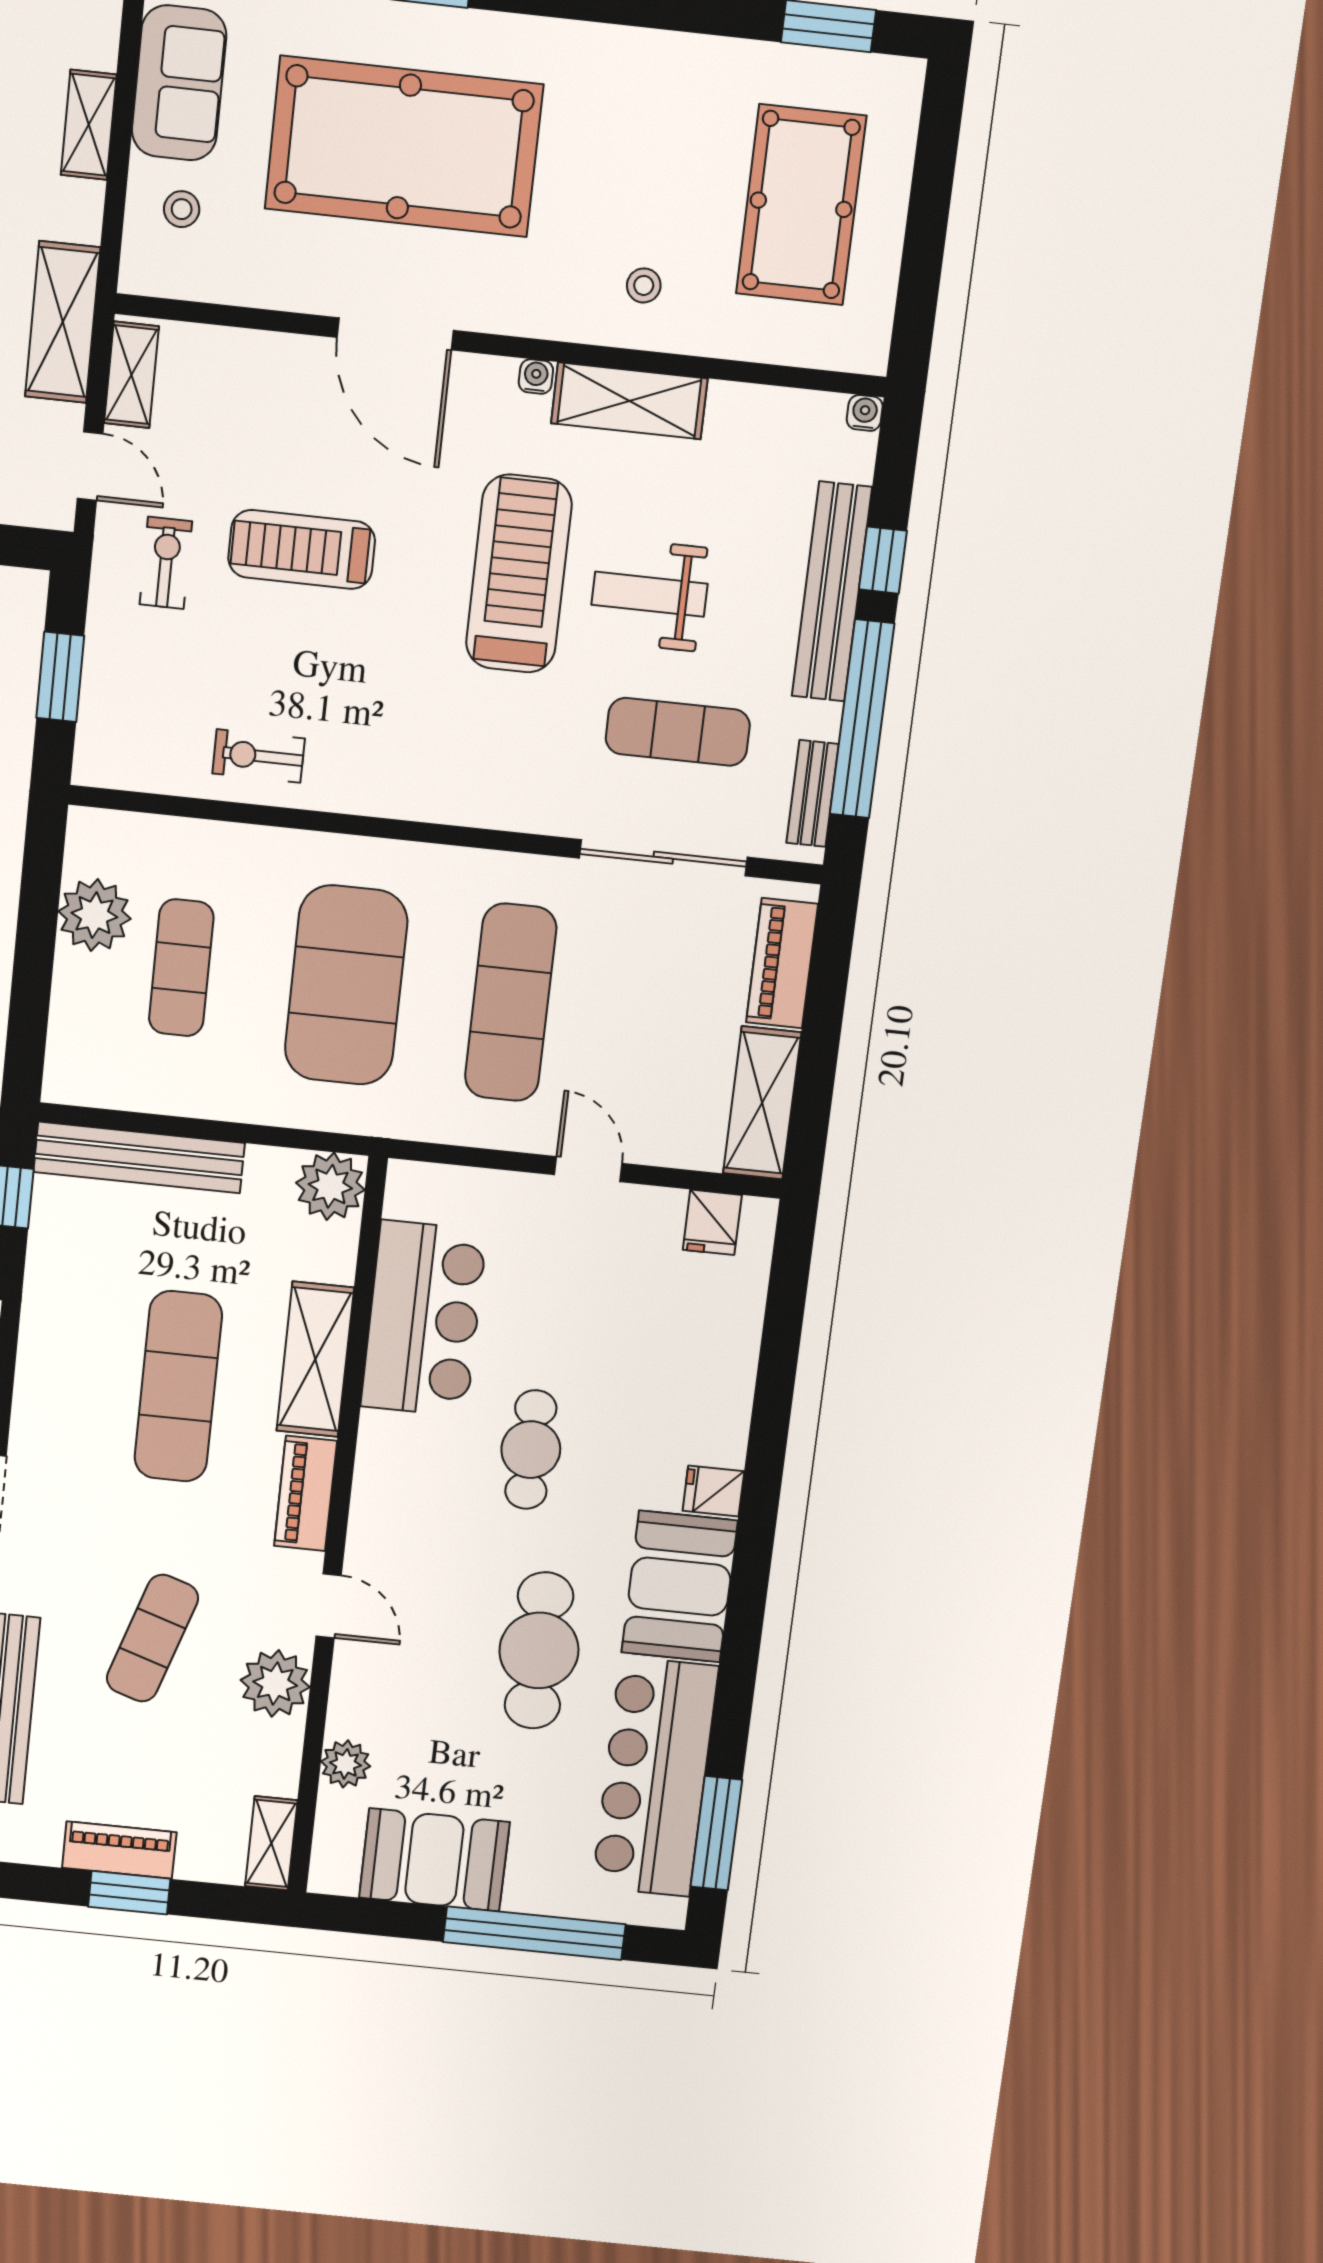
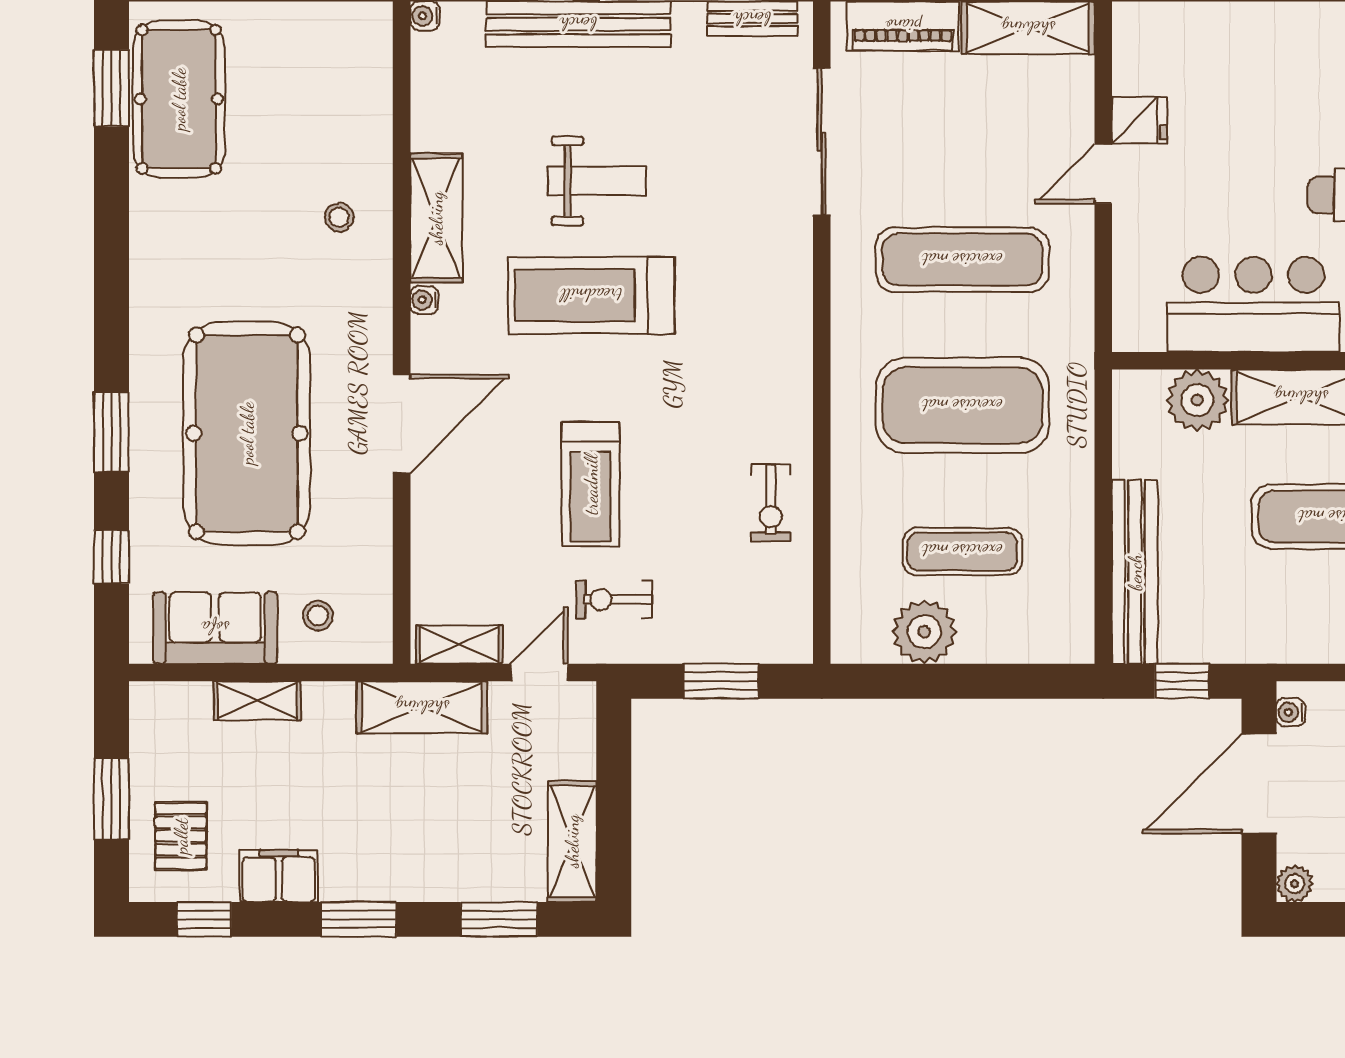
pool table: (801, 205) -> (179, 99), moved, turned 90
weight bench: (650, 594) -> (597, 181), turned -90
exercise mat: (678, 732) -> (712, 142), removed
plant: (330, 1186) -> (1197, 400), moved
fridge: (712, 1222) -> (1139, 120), moved

